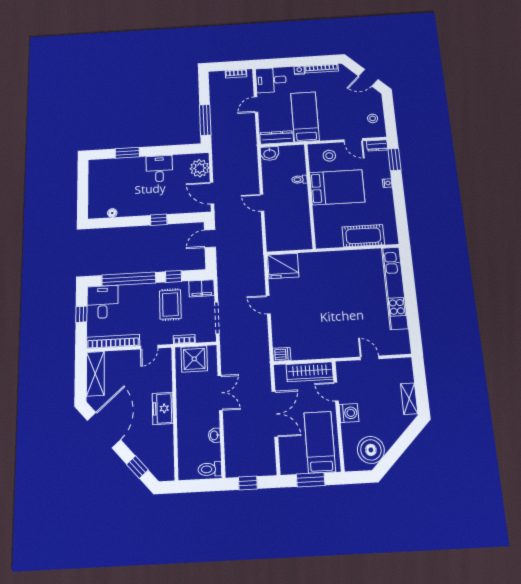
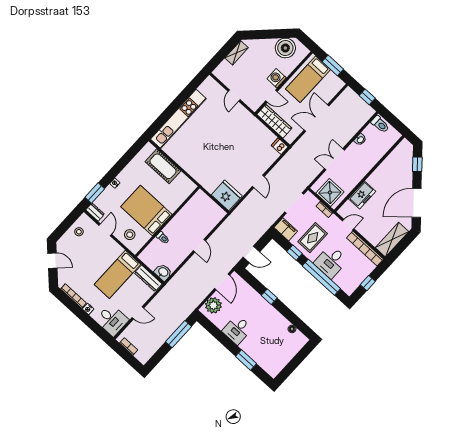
desk: (103, 302) -> (331, 262), moved
door: (336, 392) -> (271, 96), hinge flipped
freezer: (163, 408) -> (362, 195), moved

